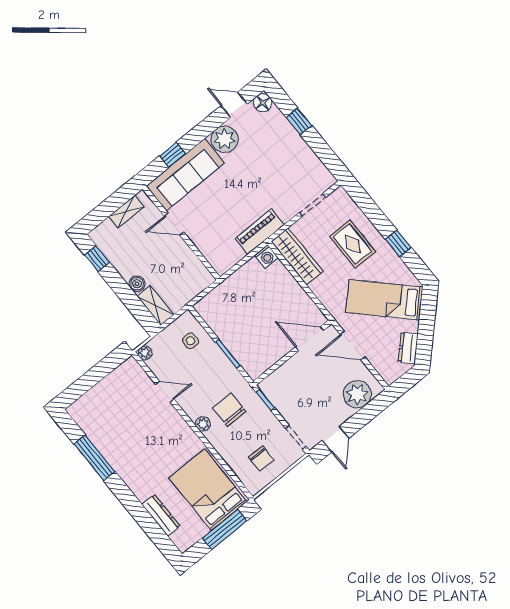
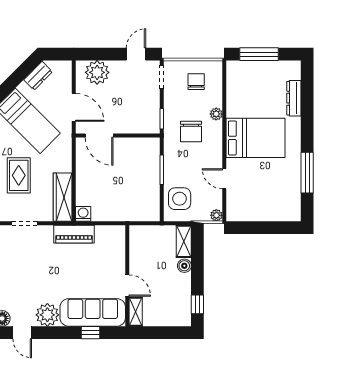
shelving: (126, 212) -> (136, 312), moved, turned 90
side table: (190, 341) -> (180, 199), width x1.87, depth x1.87
plant: (203, 424) -> (216, 114), moved
bed: (208, 490) -> (256, 138), moved, turned -90

